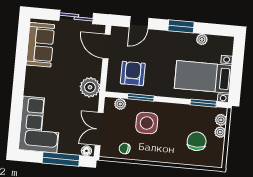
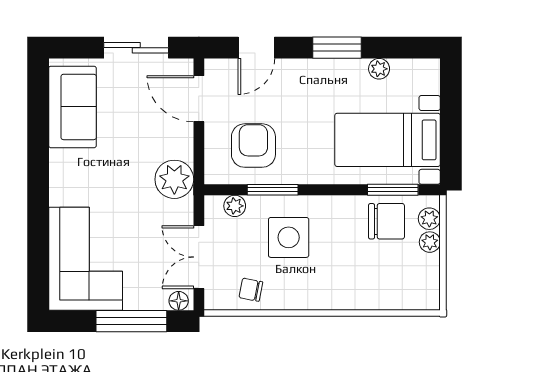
chair: (197, 141) -> (387, 221), moved, turned 90

